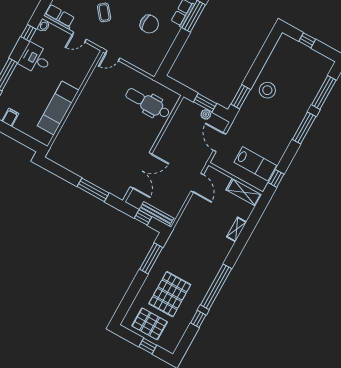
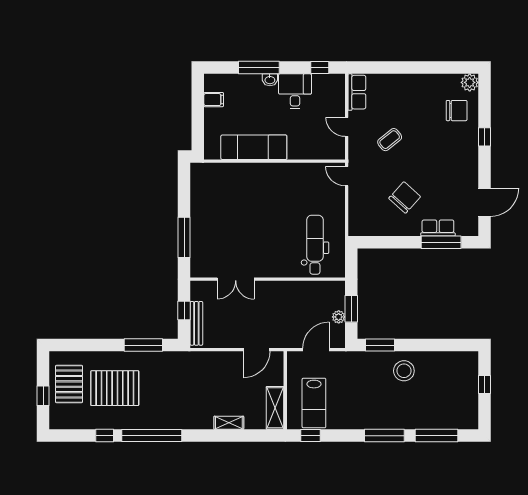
chair: (149, 24) -> (405, 197), turned -138
washbasin: (43, 26) -> (270, 80), moved
double door: (141, 170) -> (236, 279), width x0.73

